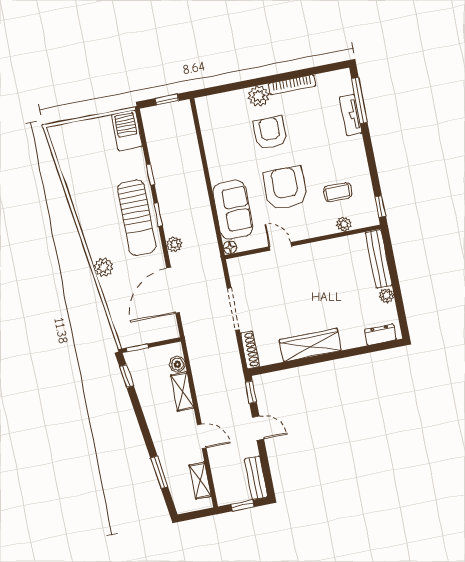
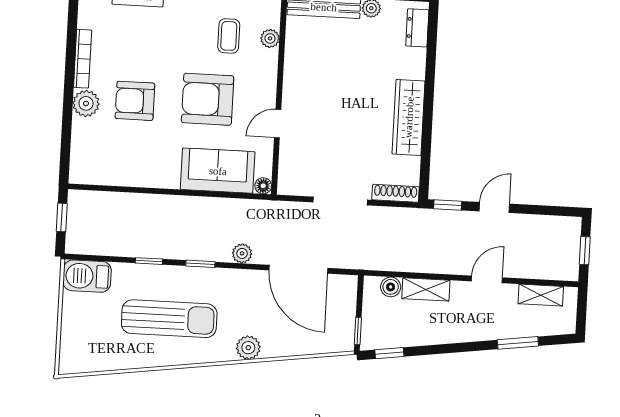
sun lounger: (137, 218) -> (169, 319), moved
bench: (256, 478) -> (555, 226), removed

